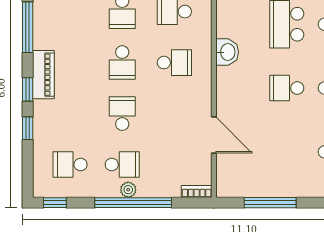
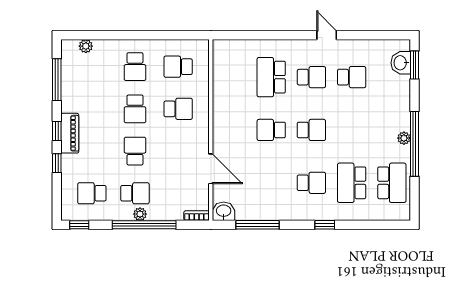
washbasin: (227, 52) -> (224, 211), moved, turned -90
piano: (43, 75) -> (70, 133), moved

